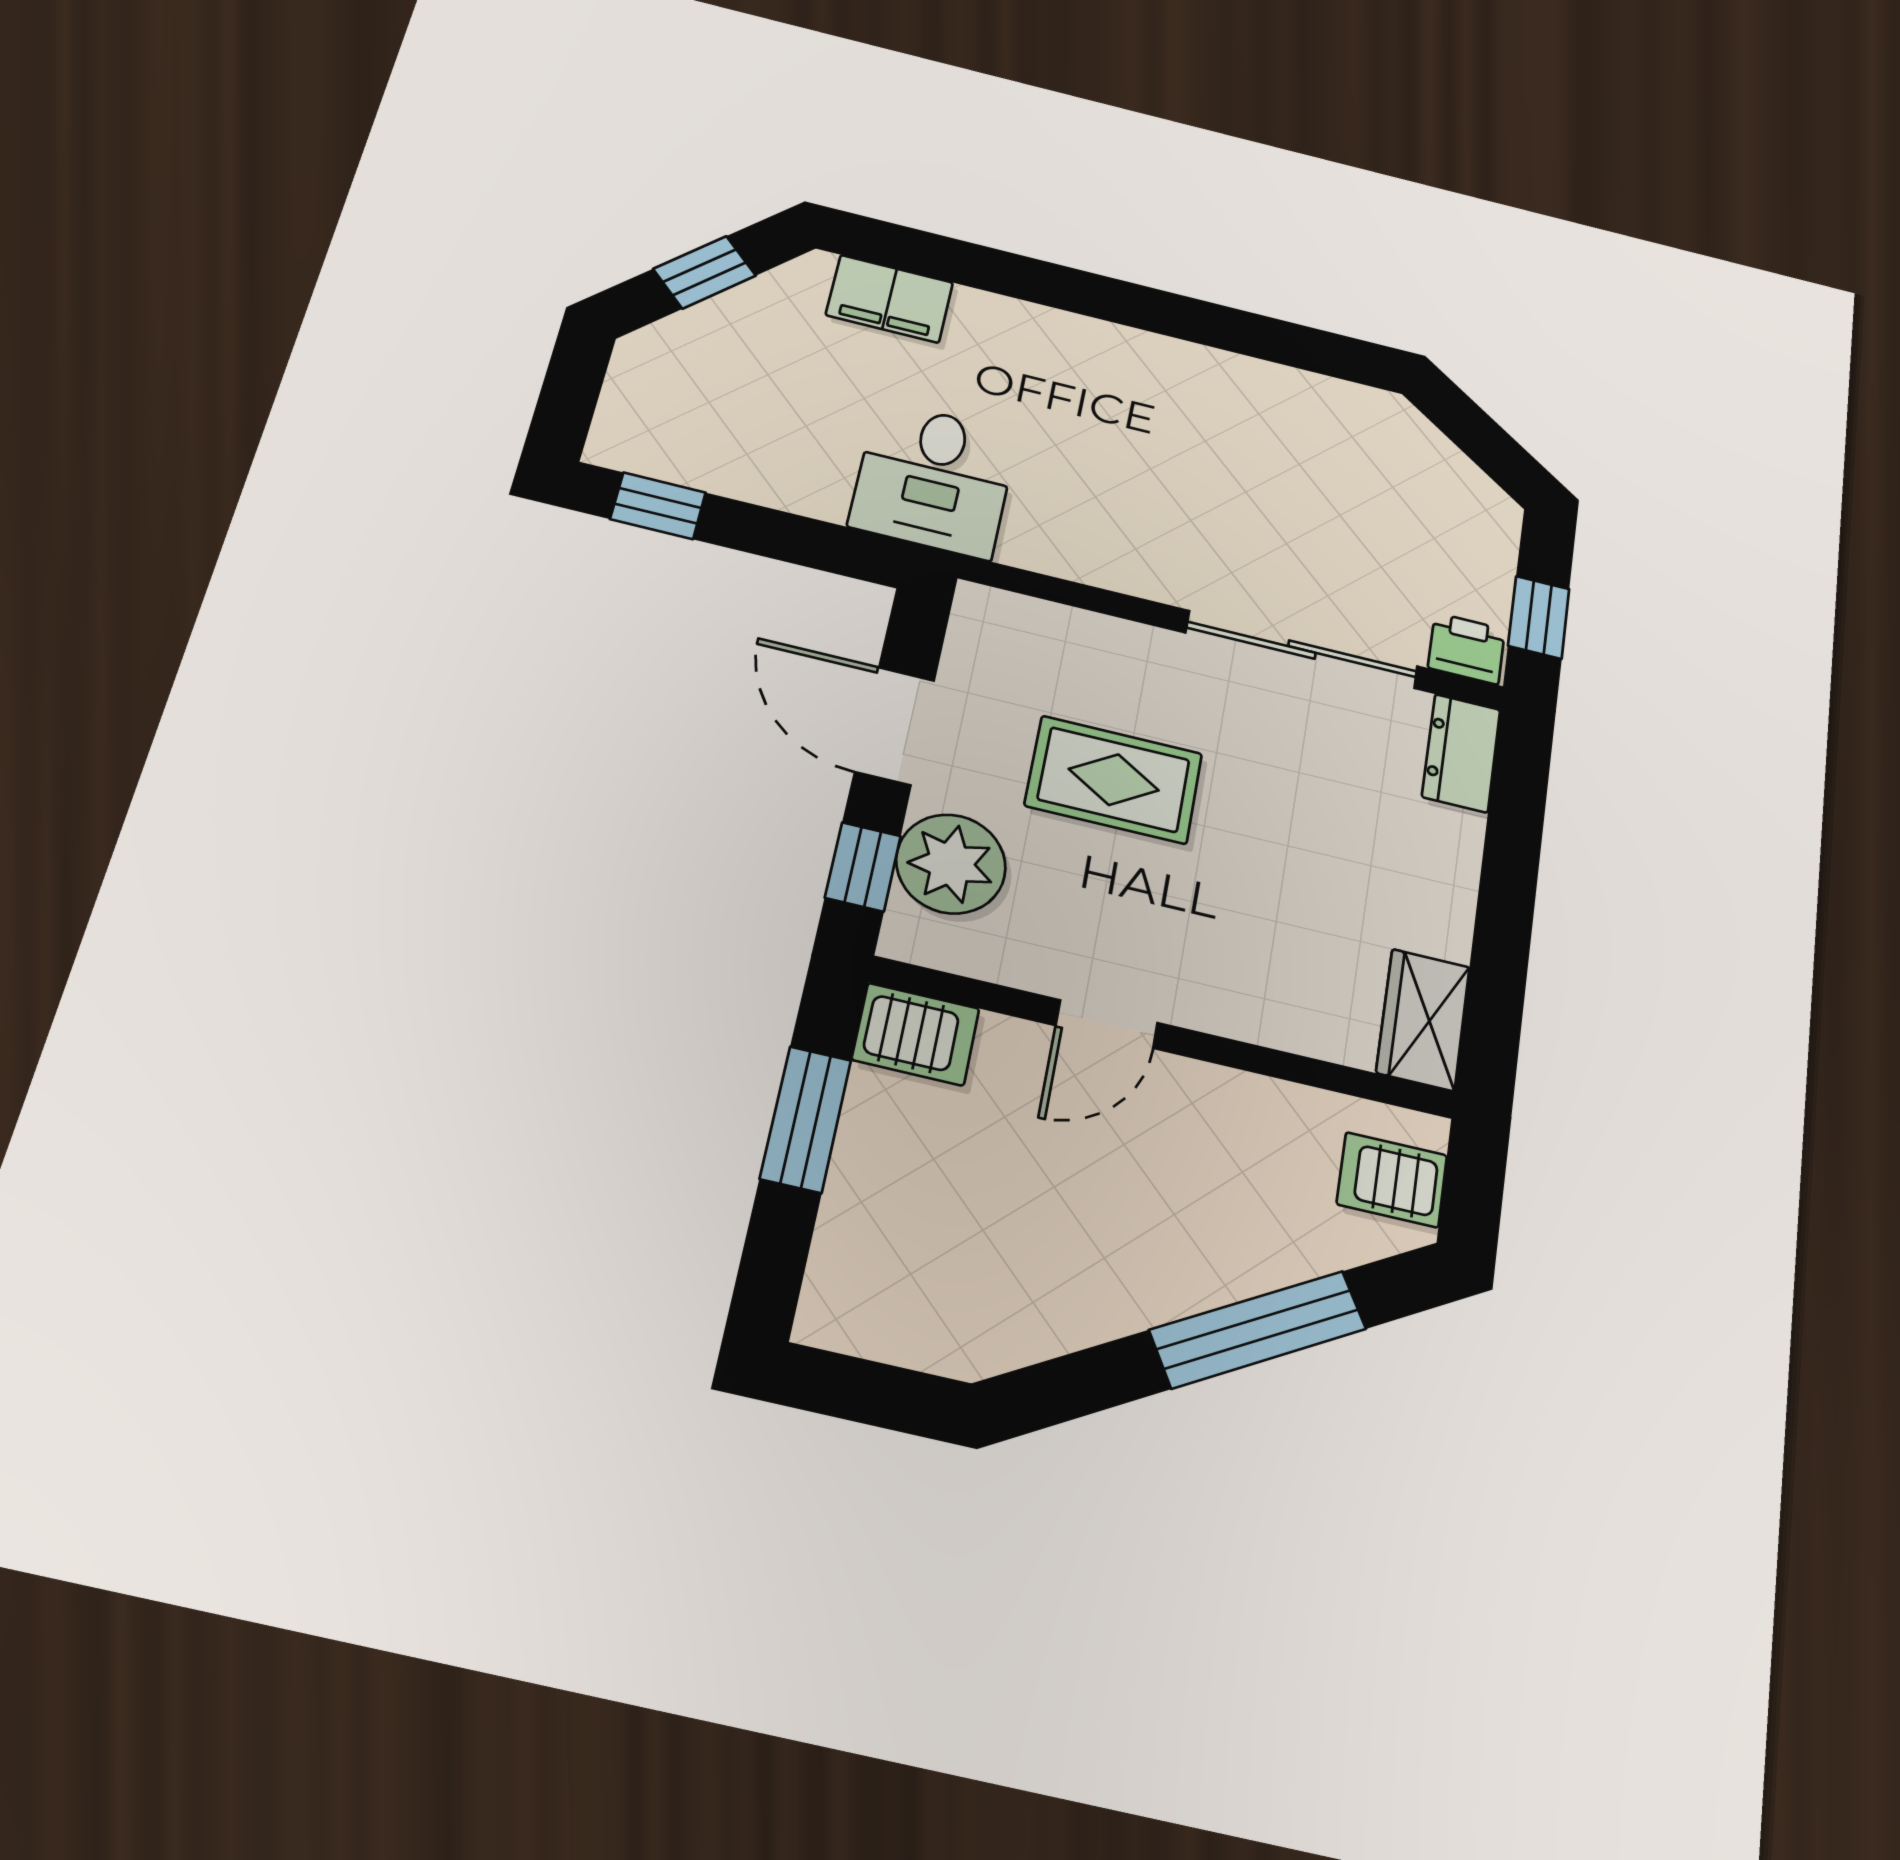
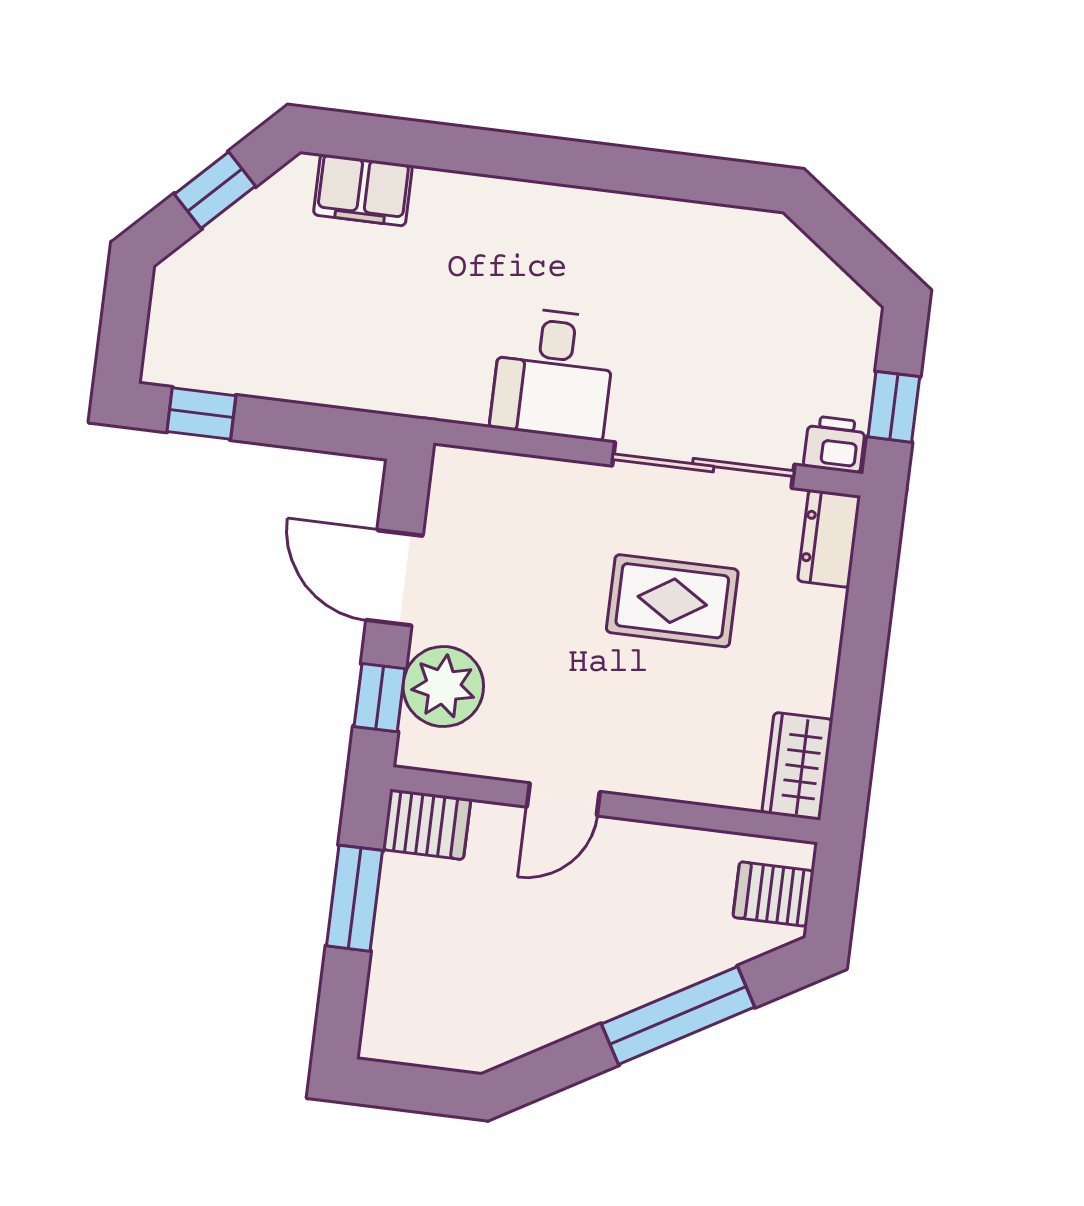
desk: (934, 479) -> (553, 373), moved
rug: (1114, 780) -> (672, 601), moved

